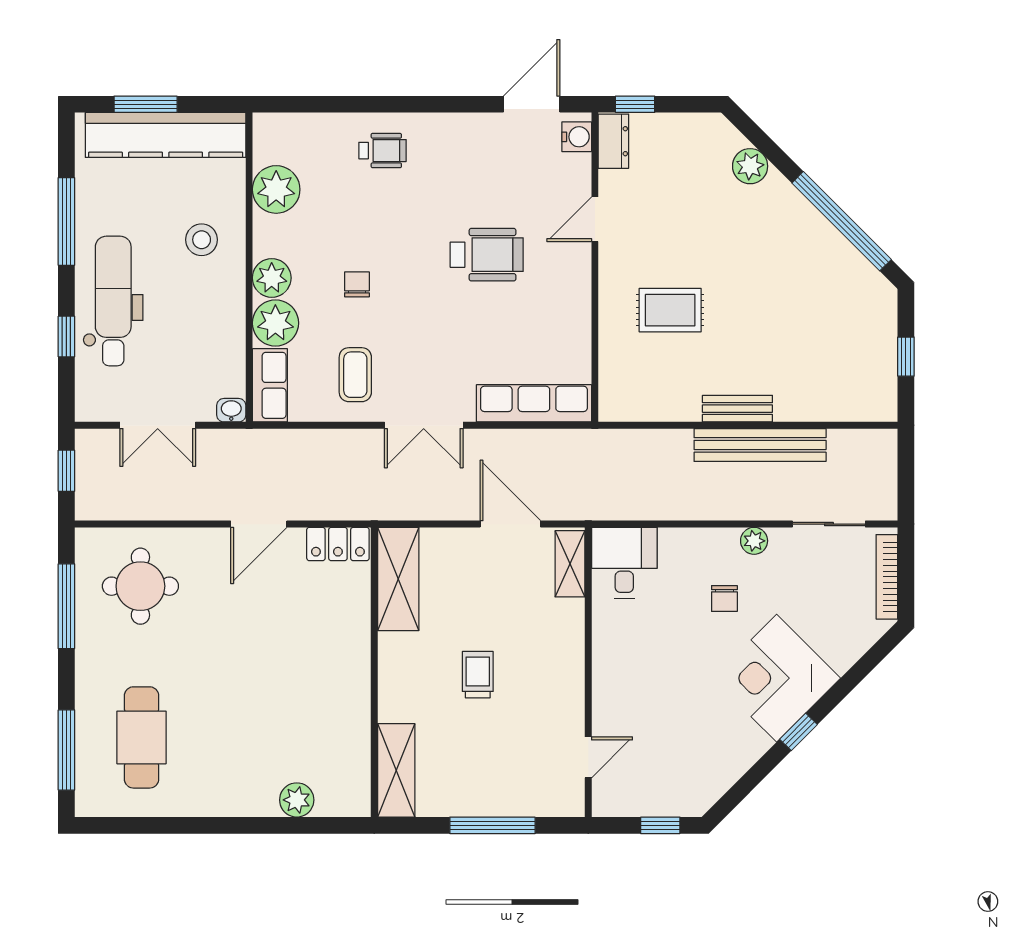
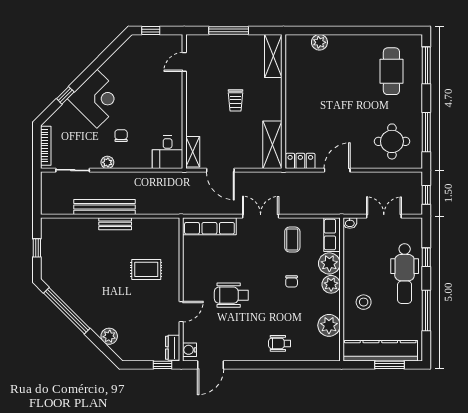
window: (798, 732) -> (65, 95), moved

